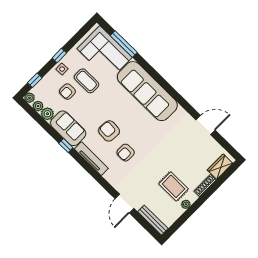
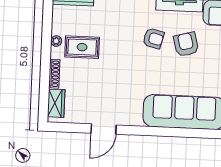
armchair: (109, 131) -> (186, 44), turned -109
armchair: (126, 153) -> (153, 38), turned 104

